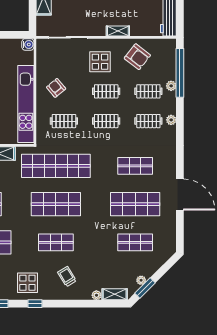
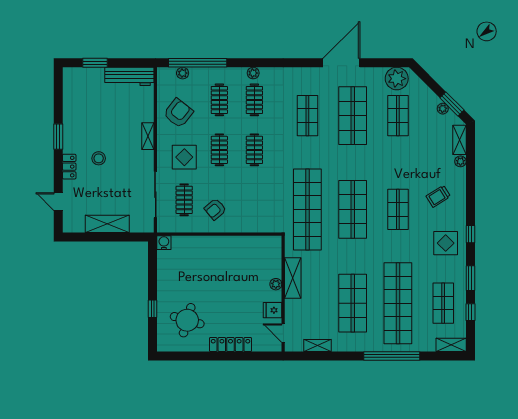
plant: (171, 86) -> (183, 73), moved
kitchen unit: (26, 104) -> (234, 245), removed
clothes rail: (64, 121) -> (184, 200), moved
plant: (167, 241) -> (397, 79), added

